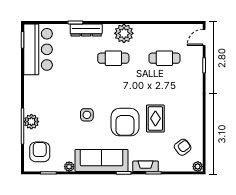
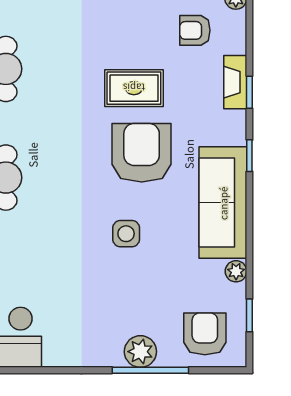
armchair: (125, 122) -> (142, 153), turned -90
armchair: (183, 147) -> (195, 30), turned -53
armchair: (40, 152) -> (205, 334), turned 90
fireplace: (146, 166) -> (235, 82), moved

